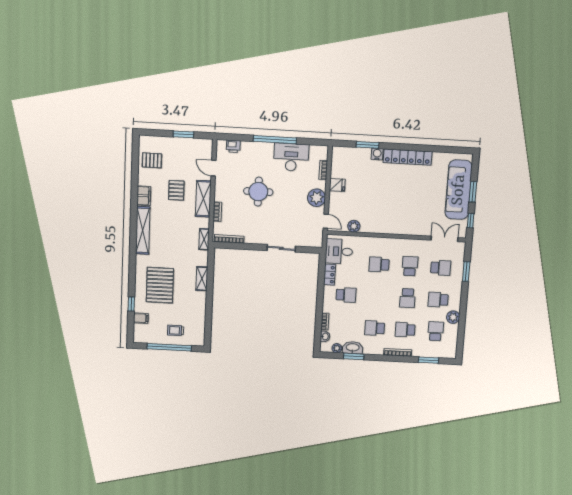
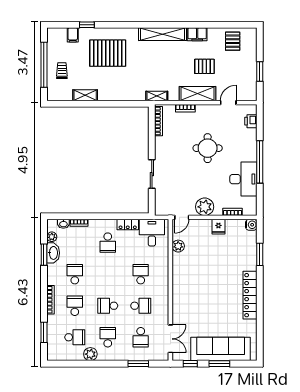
water cooler: (377, 154) -> (251, 225), moved
shelving: (202, 279) -> (85, 95), moved

